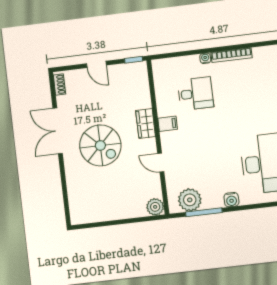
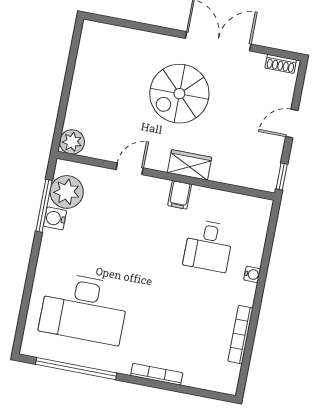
bookcase: (232, 55) -> (240, 335), moved
water cooler: (231, 200) -> (55, 218), moved

